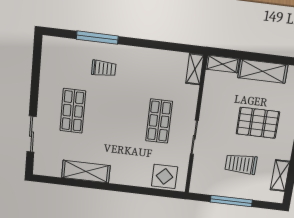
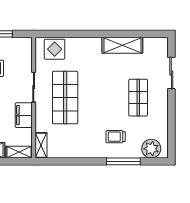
plant: (62, 49) -> (151, 149), added
filing cabinet: (210, 107) -> (24, 115), added
shop shelf: (159, 121) -> (65, 98), width x1.43, depth x1.36

